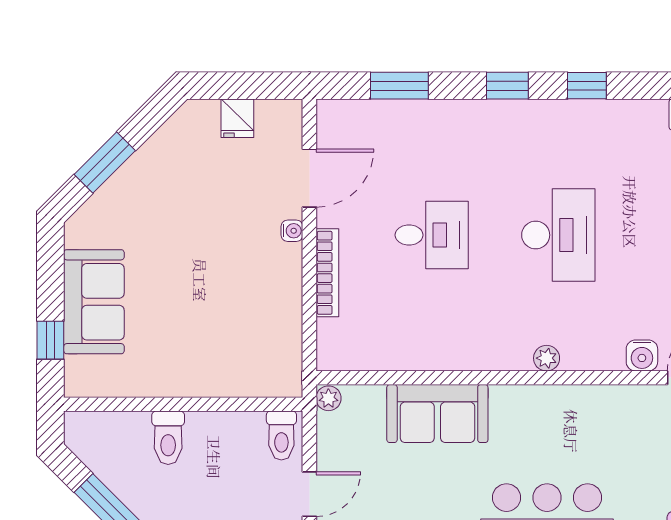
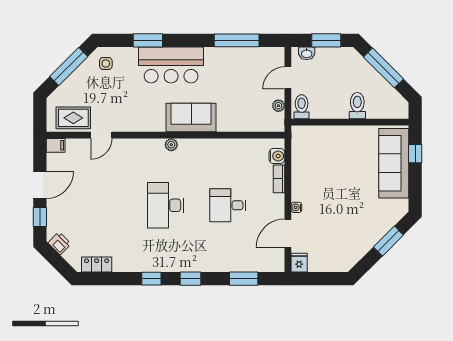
fridge: (237, 118) -> (299, 263), moved
bookcase: (327, 273) -> (279, 179), width x0.64
sofa: (94, 302) -> (394, 163), width x1.36
water cooler: (642, 355) -> (277, 156), moved, turned 90
plant: (328, 398) -> (278, 106), moved
sofa: (437, 414) -> (191, 117), moved

